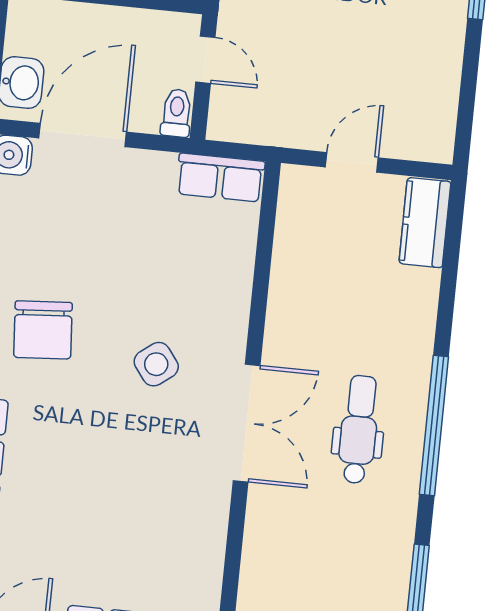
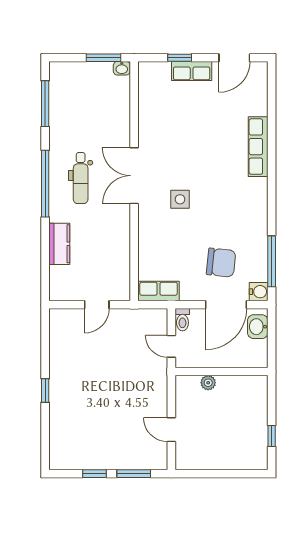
kitchen counter: (425, 223) -> (59, 244), moved
chair: (43, 330) -> (221, 263), moved, turned 100
side table: (156, 364) -> (180, 199), turned 37

